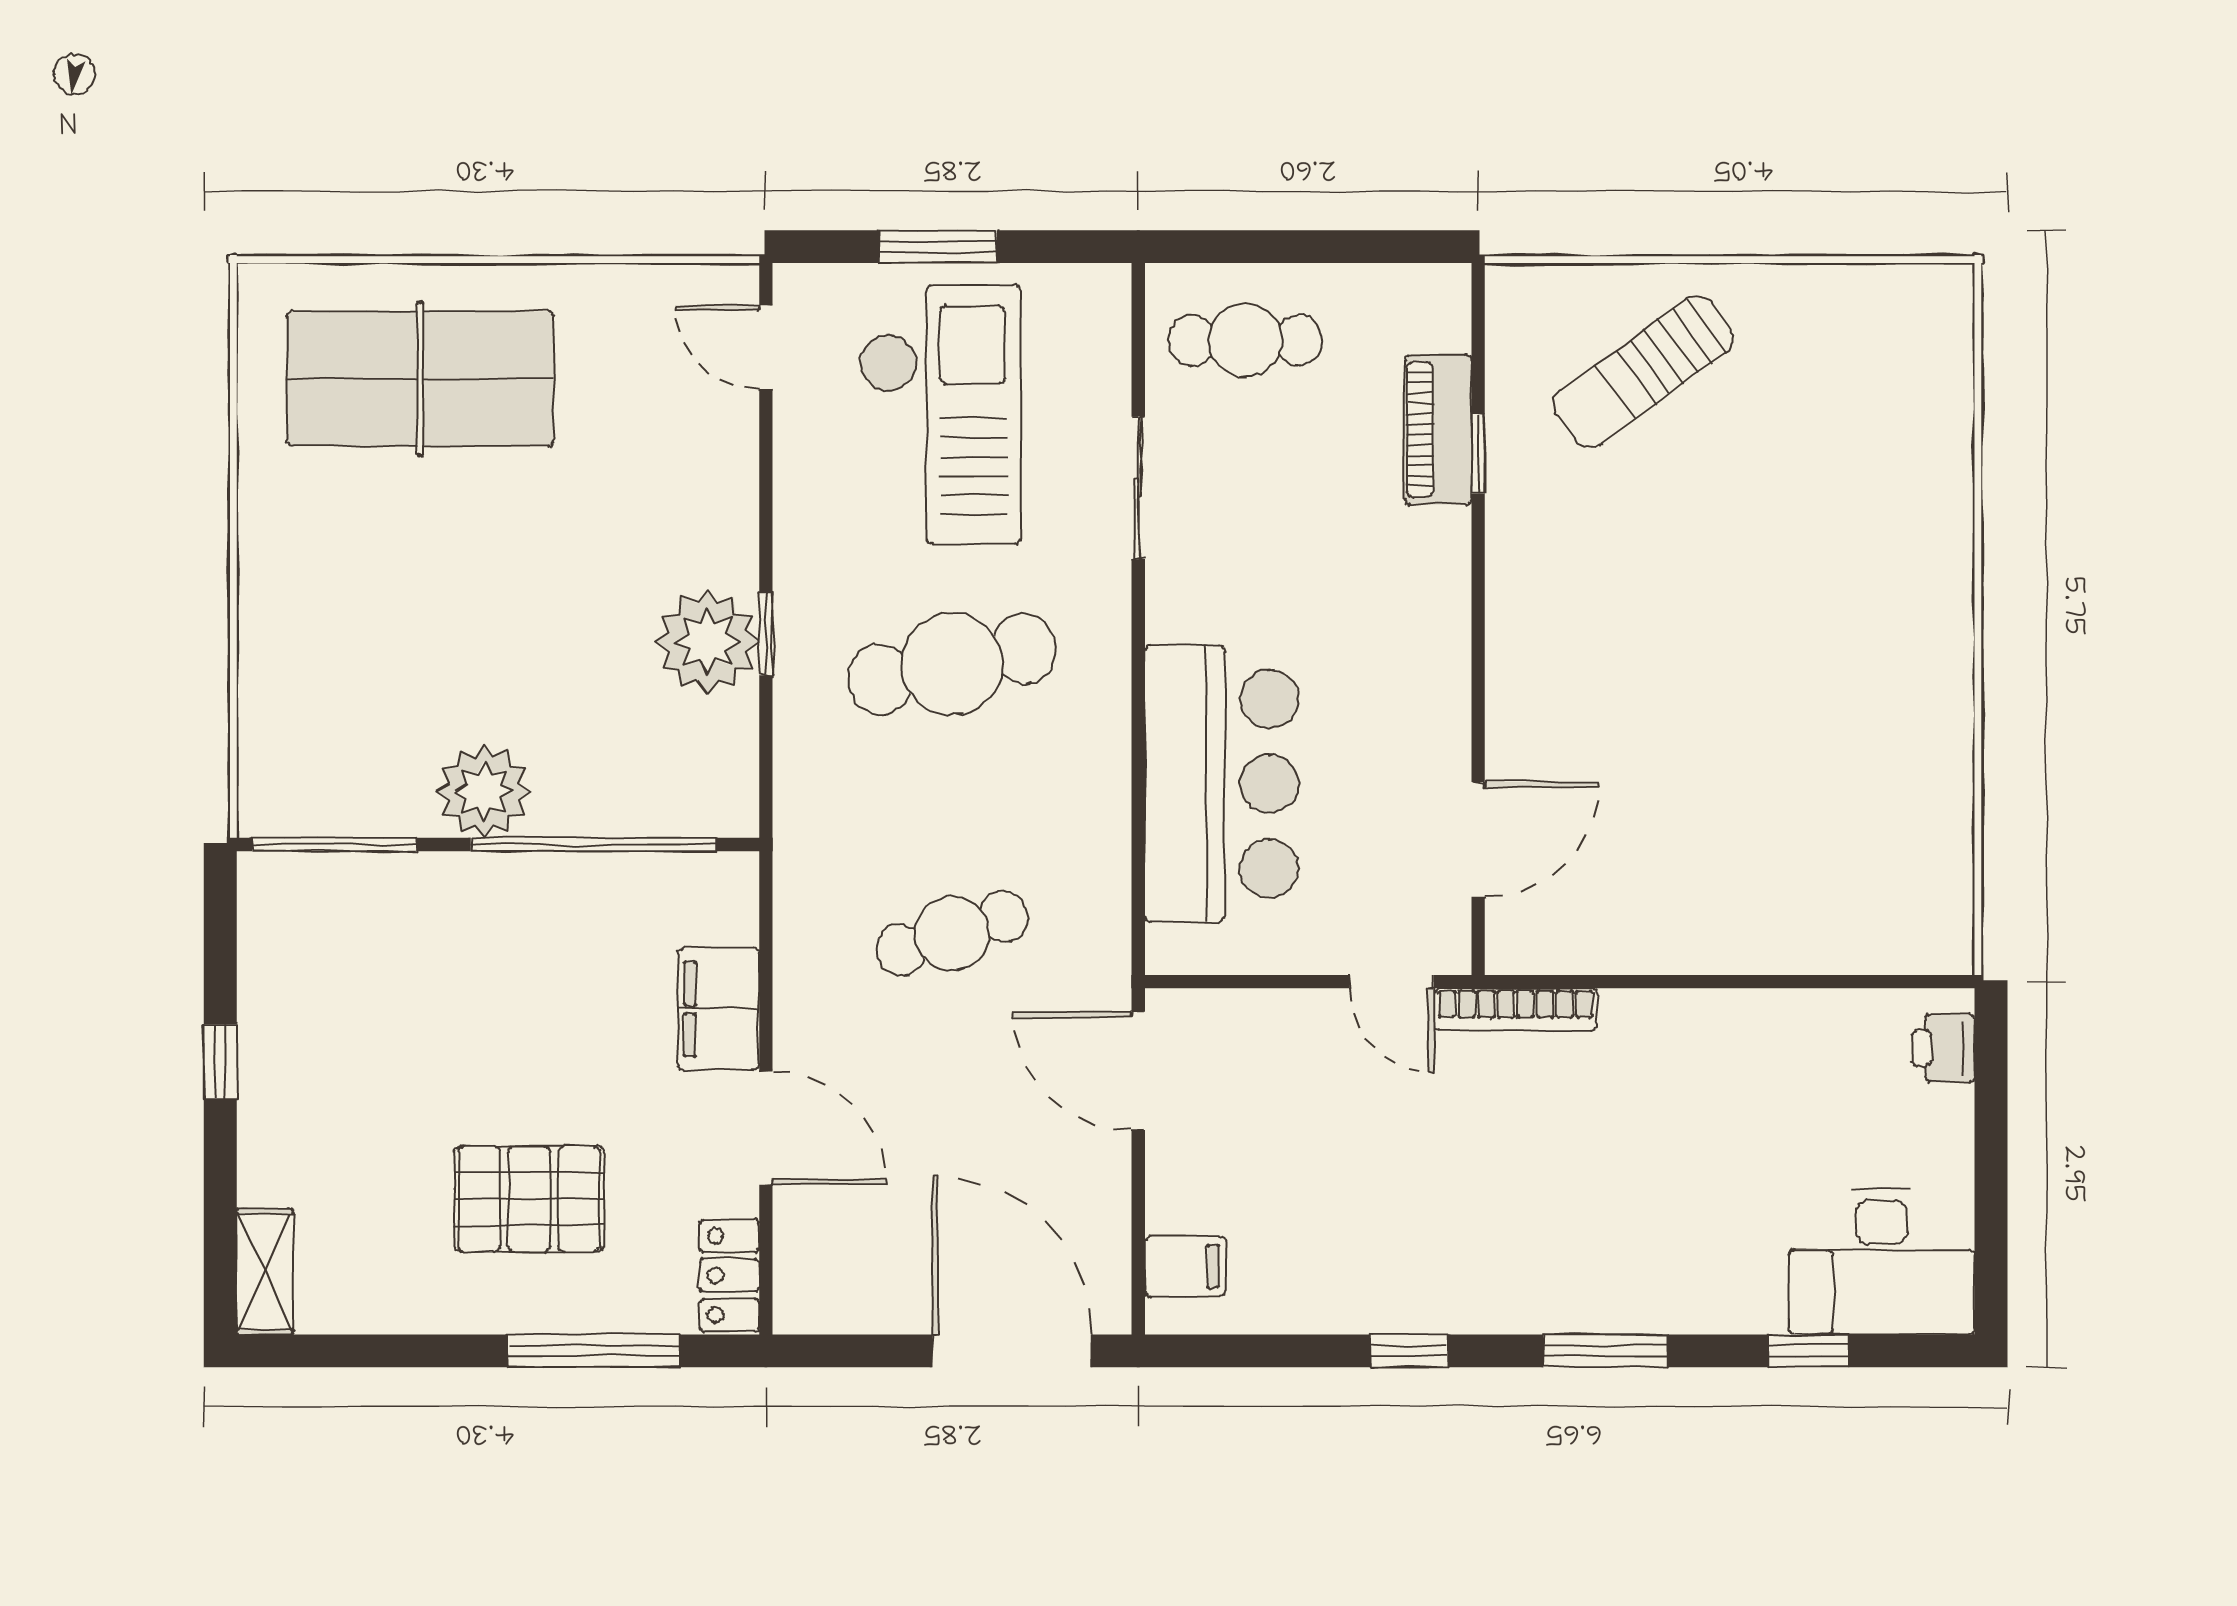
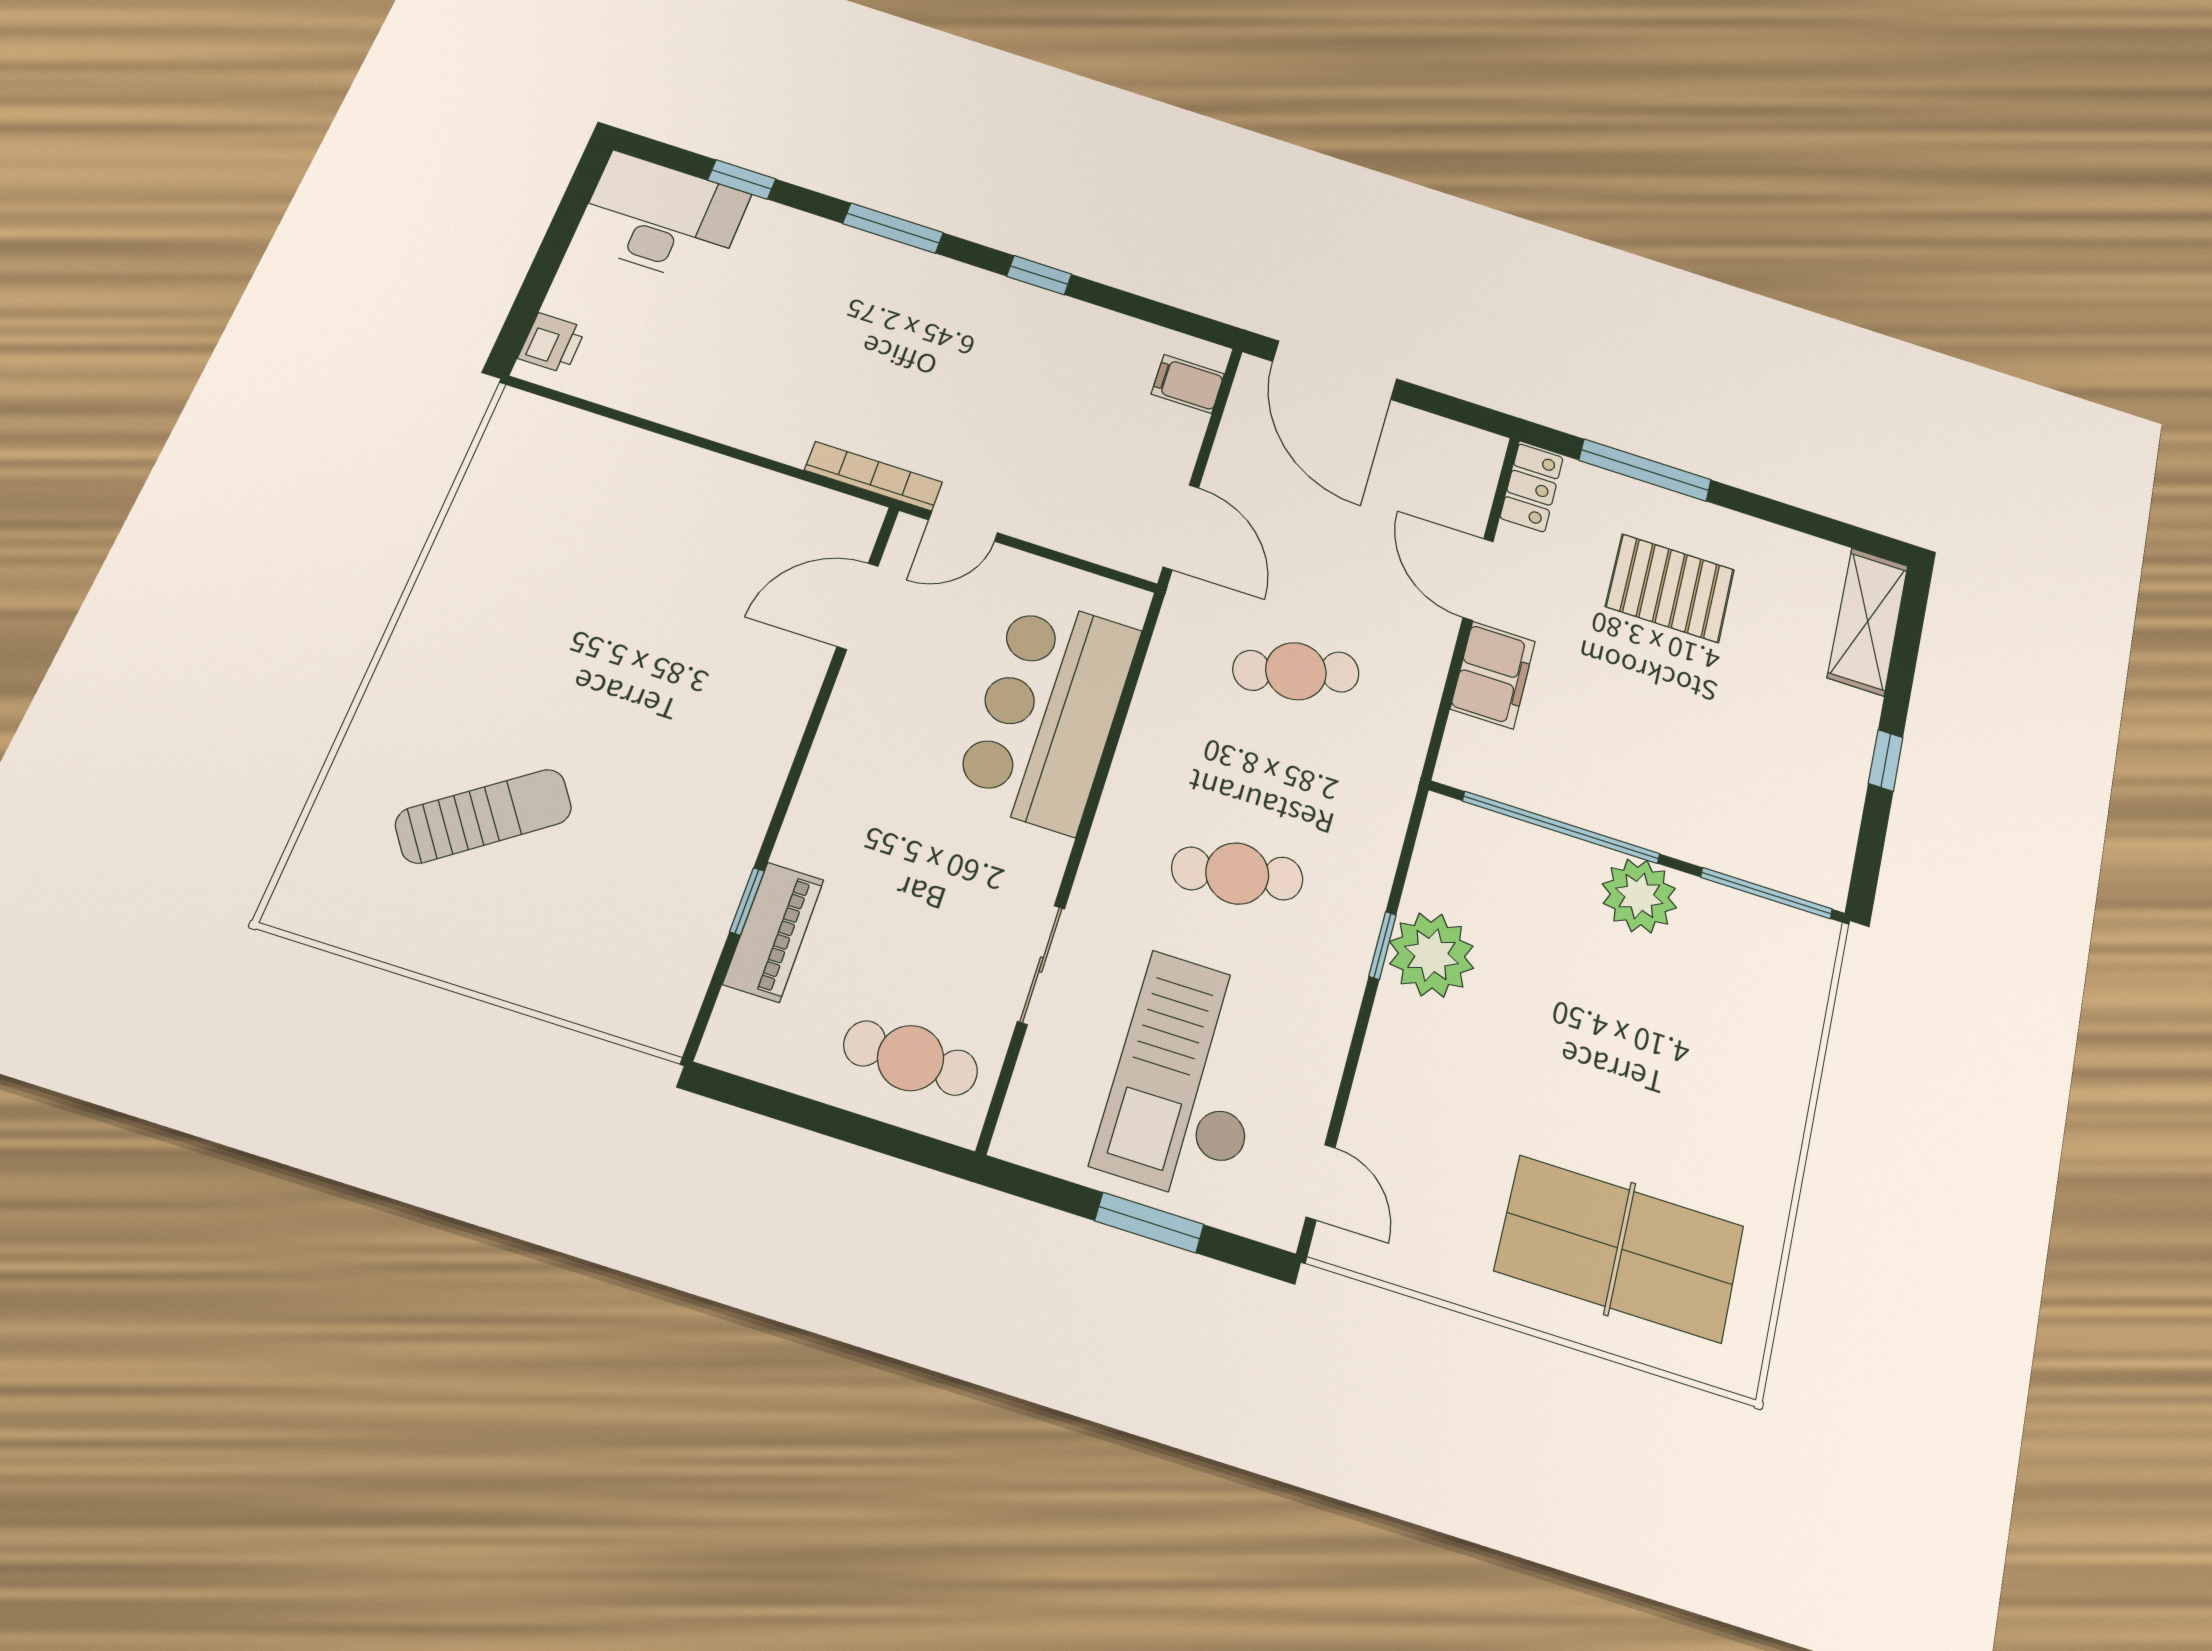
sun lounger: (1643, 372) -> (484, 816), moved
cafe table: (952, 664) -> (1237, 873), width x0.73, depth x0.74
door: (1392, 982) -> (963, 526), swing flipped
shelving: (265, 1272) -> (1868, 621), width x1.50, depth x1.33

